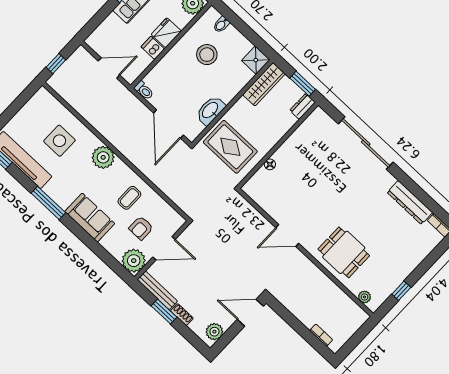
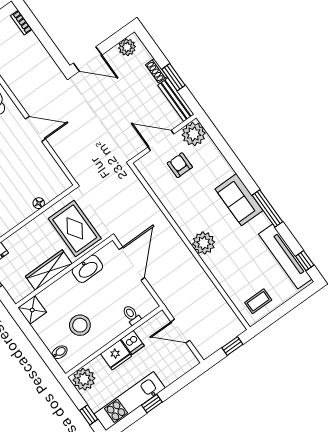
wardrobe: (264, 84) -> (49, 270), moved
toilet: (144, 90) -> (132, 315), moved
side table: (59, 141) -> (244, 268), removed
coffee table: (129, 198) -> (258, 301), moved
sofa: (90, 218) -> (239, 200), moved
armchair: (141, 228) -> (180, 165), turned -90

